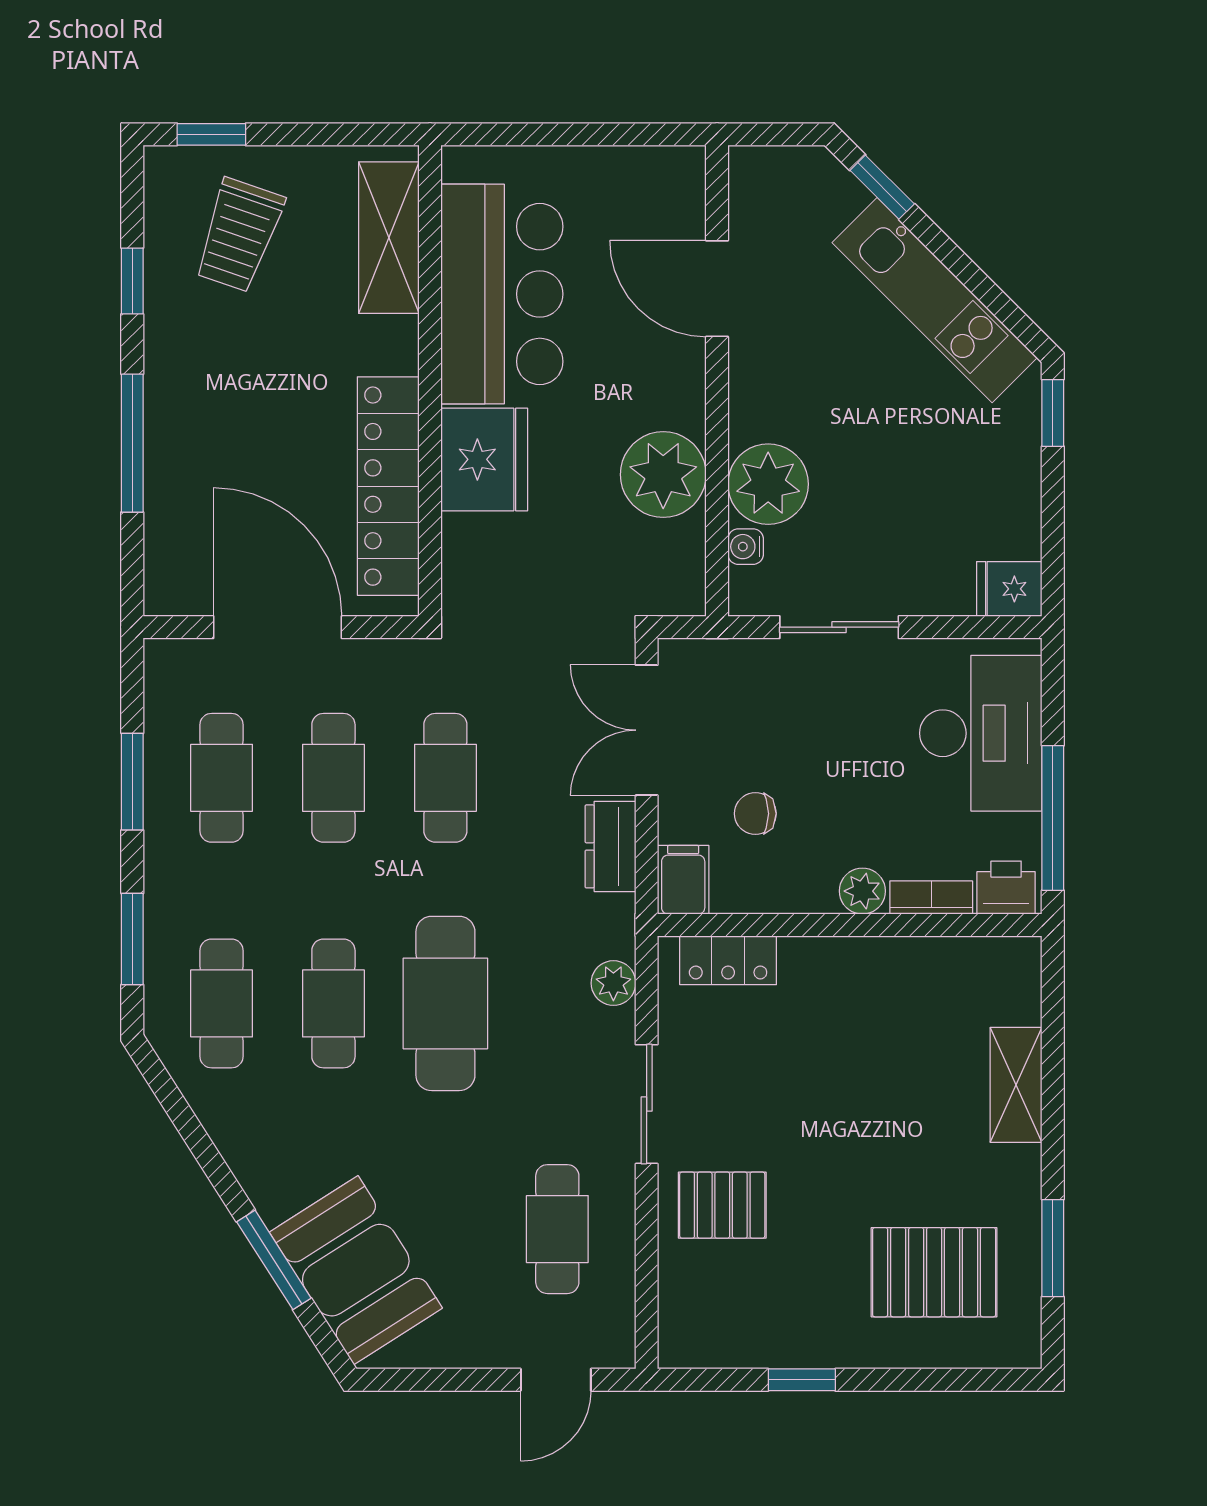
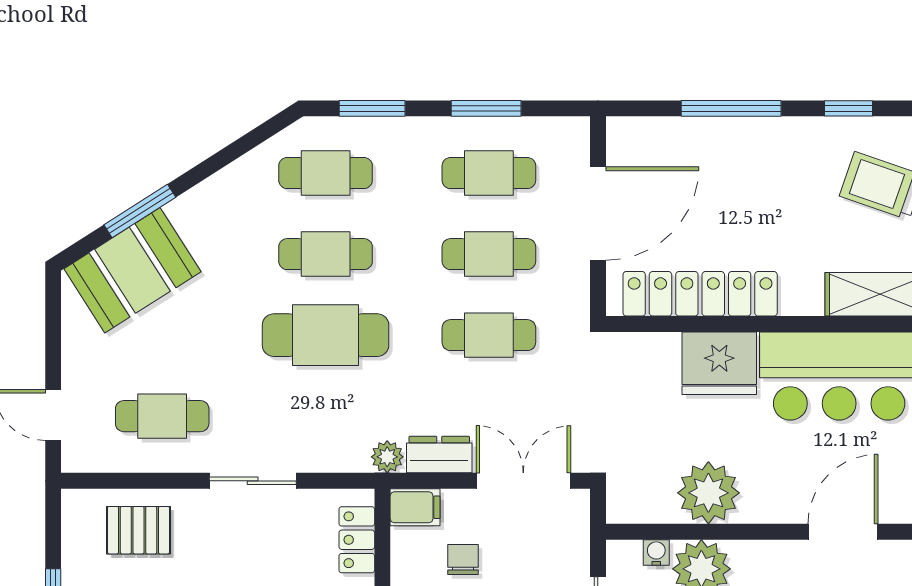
plant: (613, 983) -> (387, 457), moved
pallet: (722, 1205) -> (138, 530), moved, turned 90

